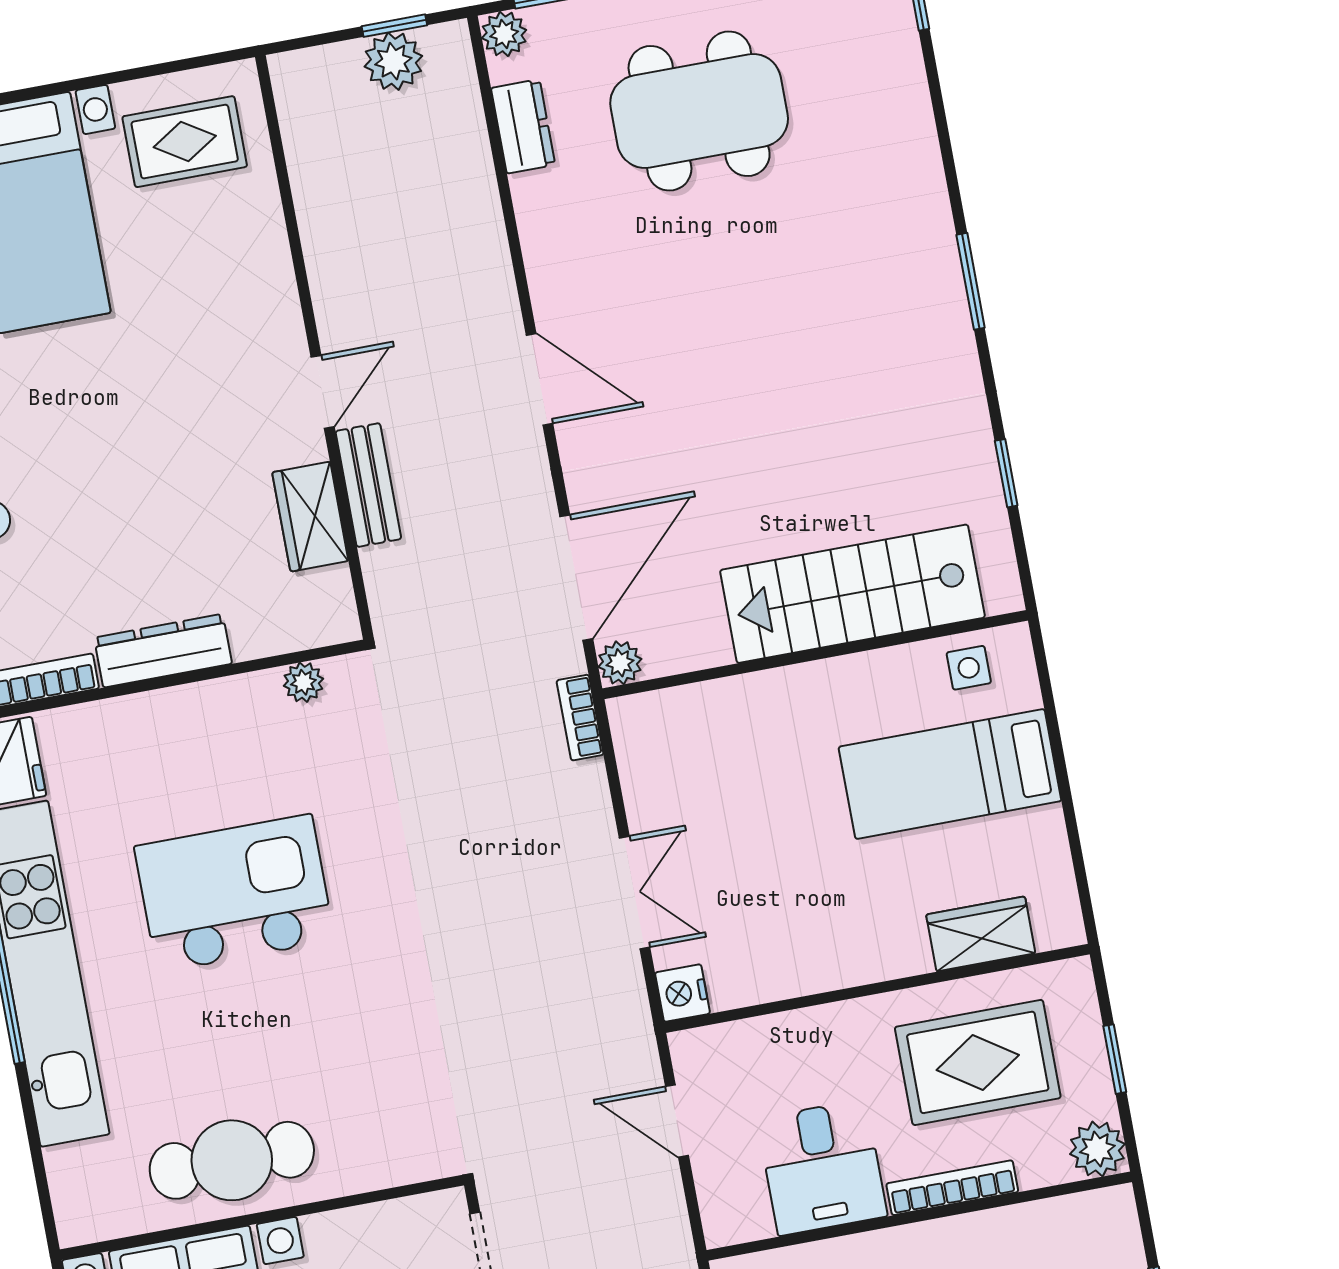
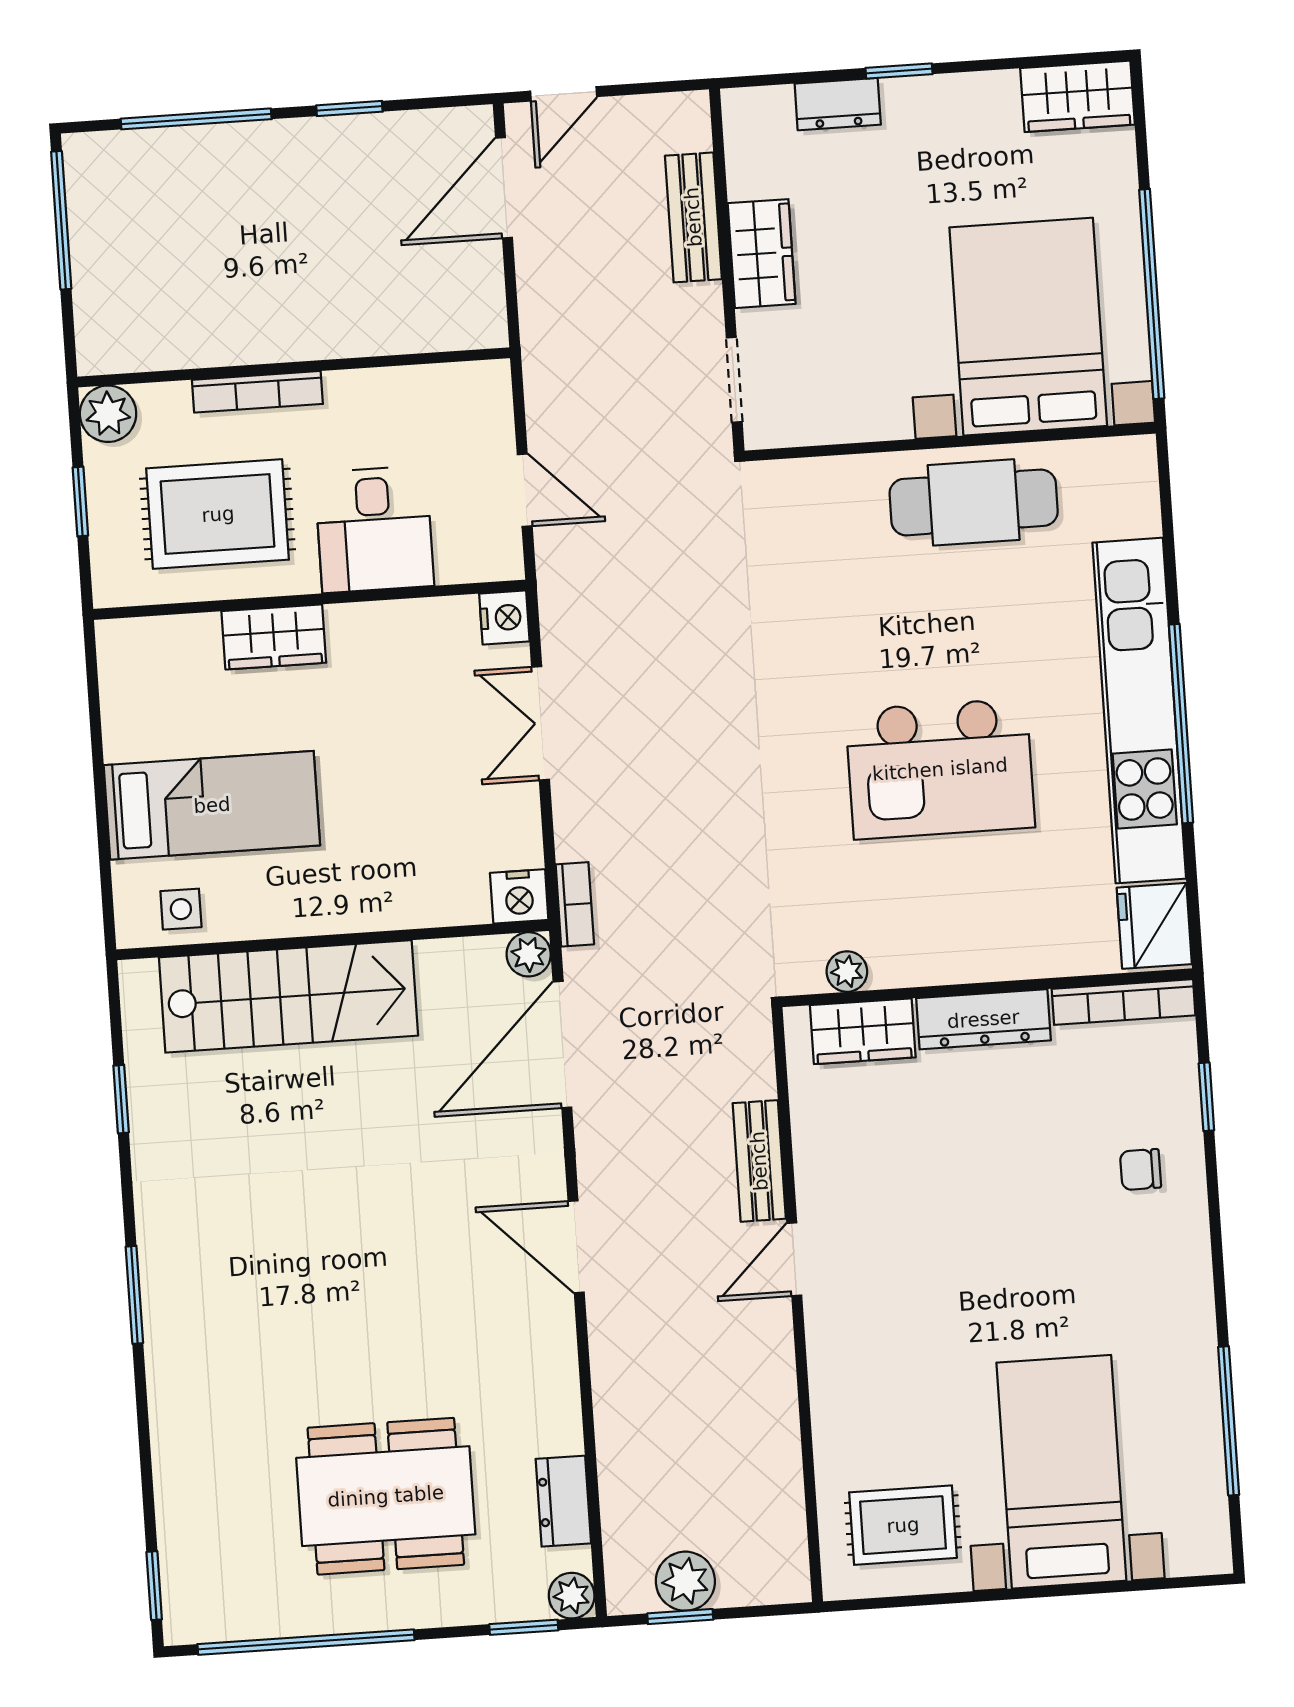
wardrobe: (310, 517) -> (863, 1031), moved, turned 90
nightstand: (636, 719) -> (519, 896), added
wardrobe: (981, 934) -> (274, 637), moved
desk: (822, 1167) -> (374, 529), moved, turned 180

